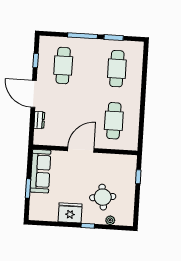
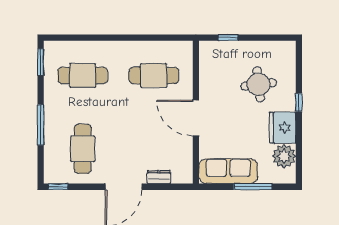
window: (114, 38) -> (41, 62), moved
window: (36, 61) -> (58, 187), moved
cafe table: (63, 65) -> (83, 149), turned 90
window: (28, 188) -> (253, 187), width x1.44
plant: (110, 220) -> (284, 156), moved, width x1.87, depth x1.87

